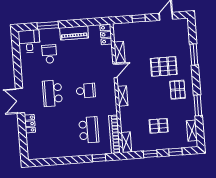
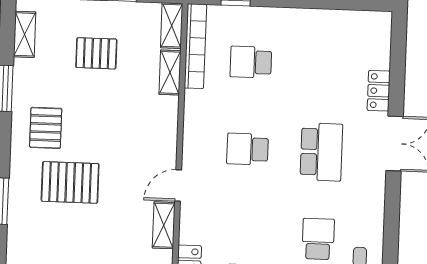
school desk: (49, 54) -> (318, 239), turned 180
shelving: (123, 96) -> (170, 72), moved
school desk: (89, 130) -> (251, 62), width x0.54

